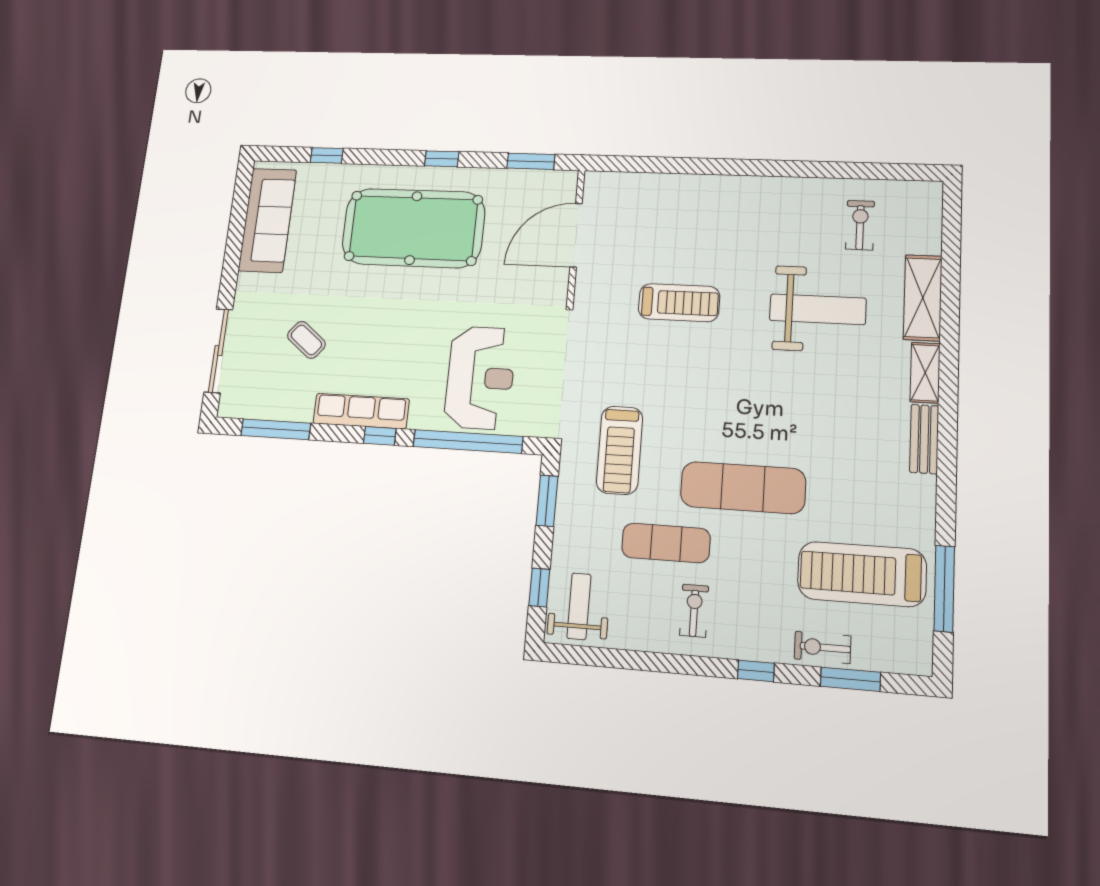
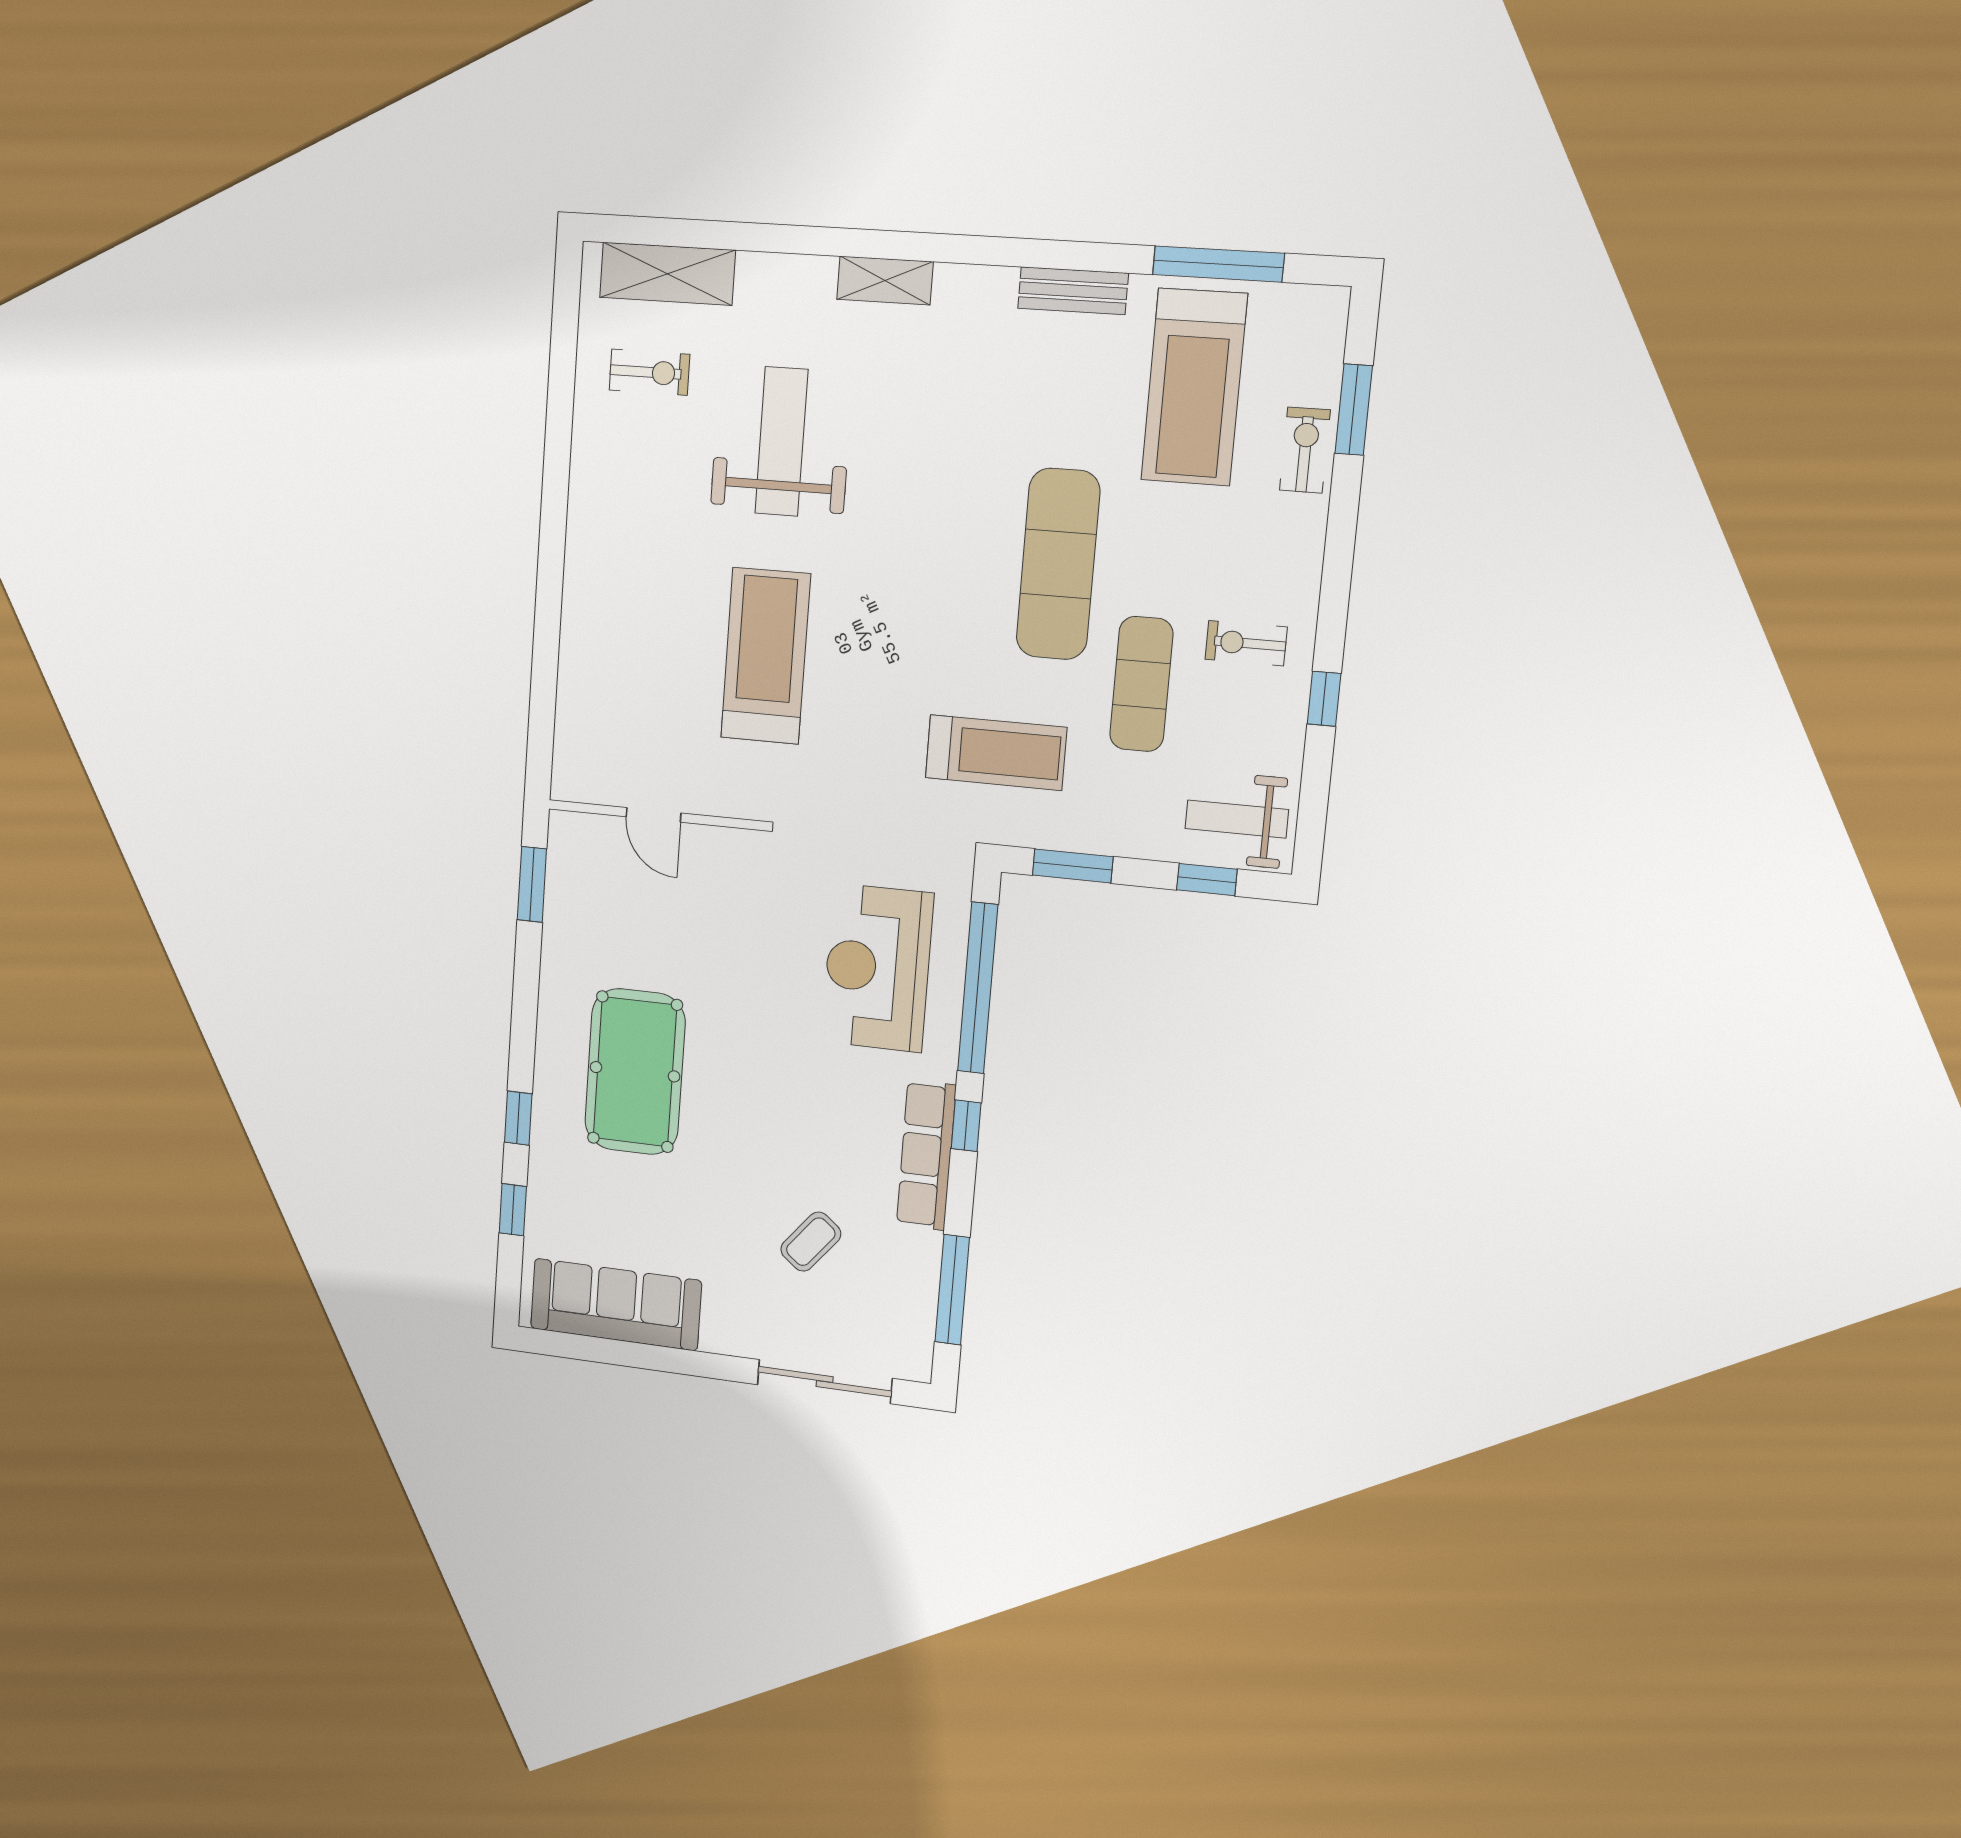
window: (442, 159) -> (518, 1118), moved
exercise bike: (860, 225) -> (649, 372), turned 180
pool table: (413, 228) -> (635, 1072), width x0.73, depth x0.76
door: (576, 235) -> (654, 815), width x0.53
shelving: (923, 298) -> (667, 274), moved
treadmill: (679, 303) -> (766, 656), width x1.37, depth x1.38
reception desk: (480, 378) -> (877, 968), turned -90
bench: (924, 439) -> (1073, 291), moved
exercise bike: (822, 647) -> (1305, 450), turned 180
window: (756, 671) -> (1324, 699), moved

